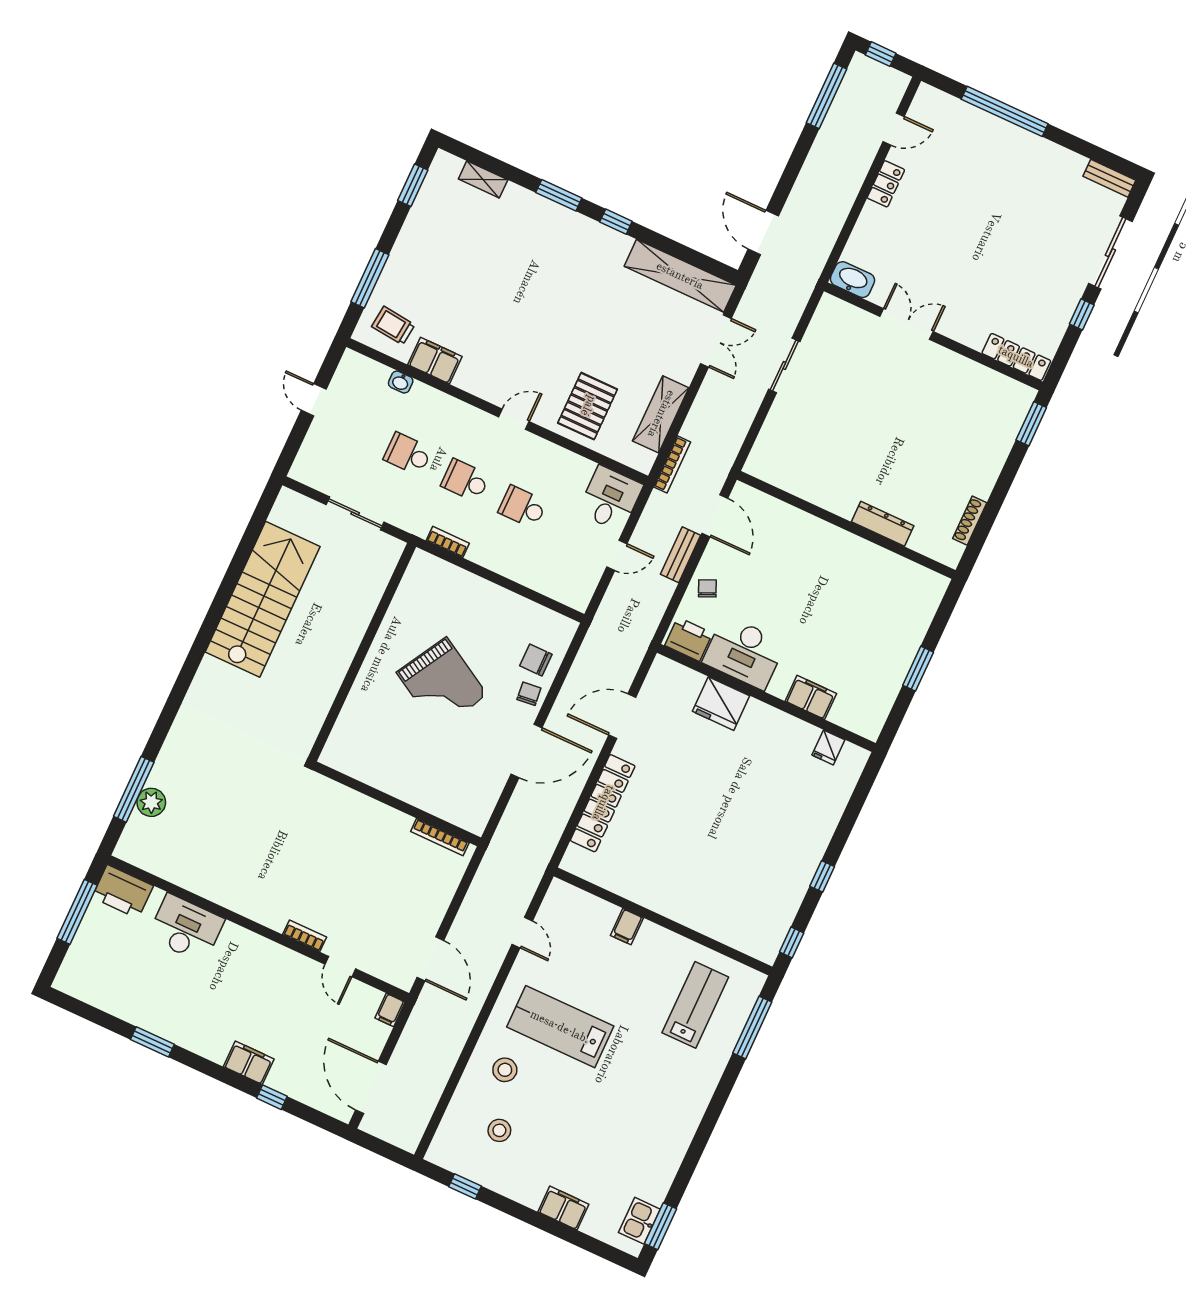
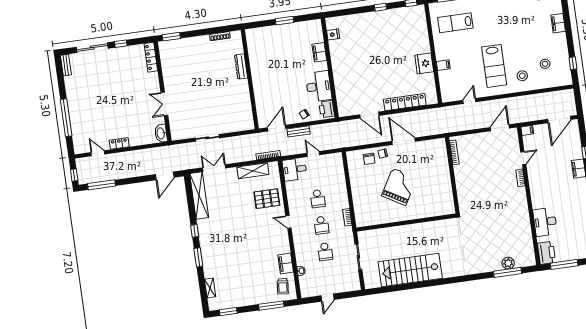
fridge: (721, 704) -> (424, 63), moved, turned 180

